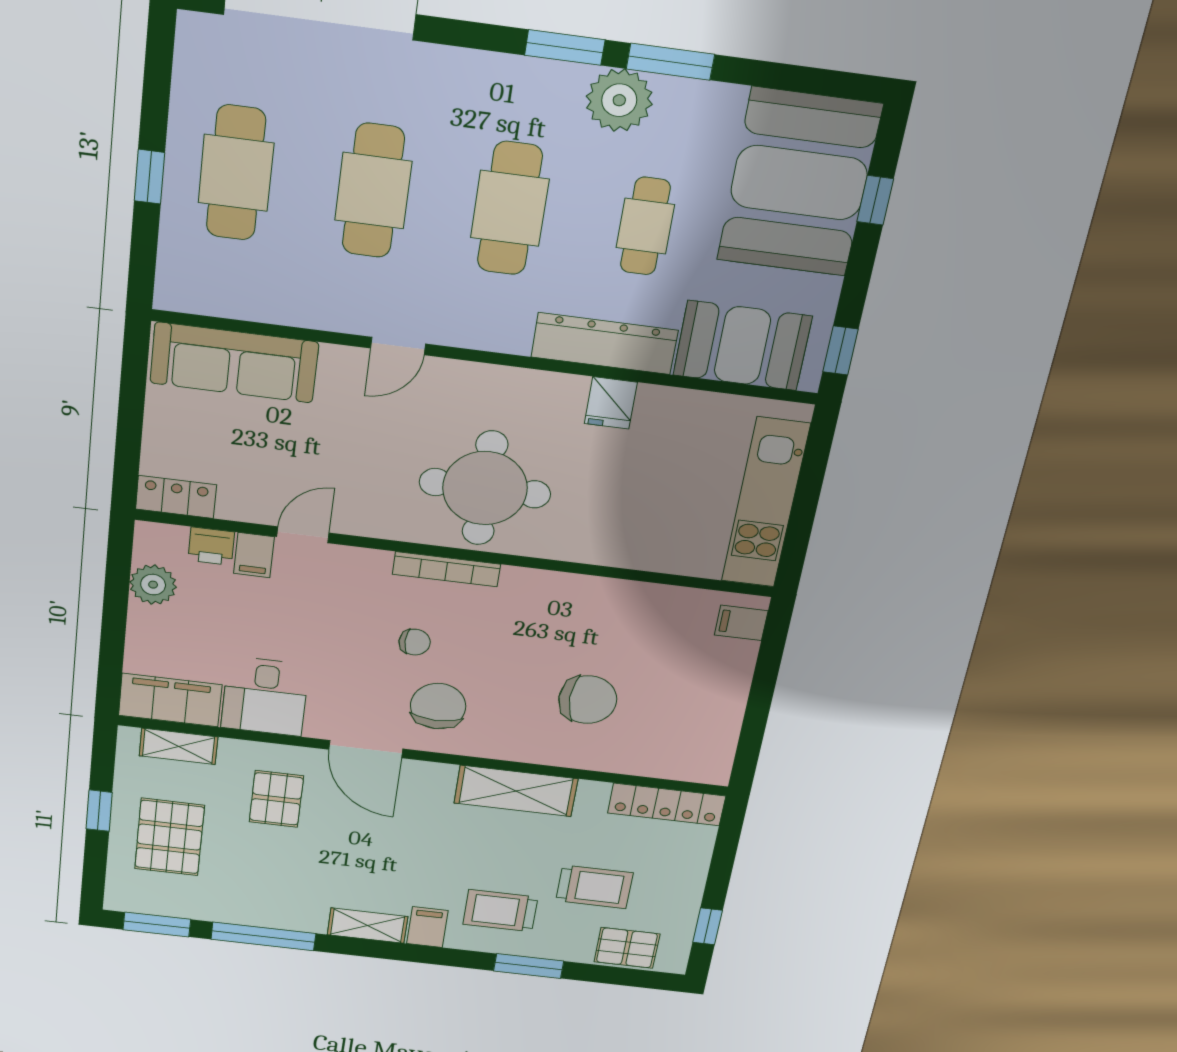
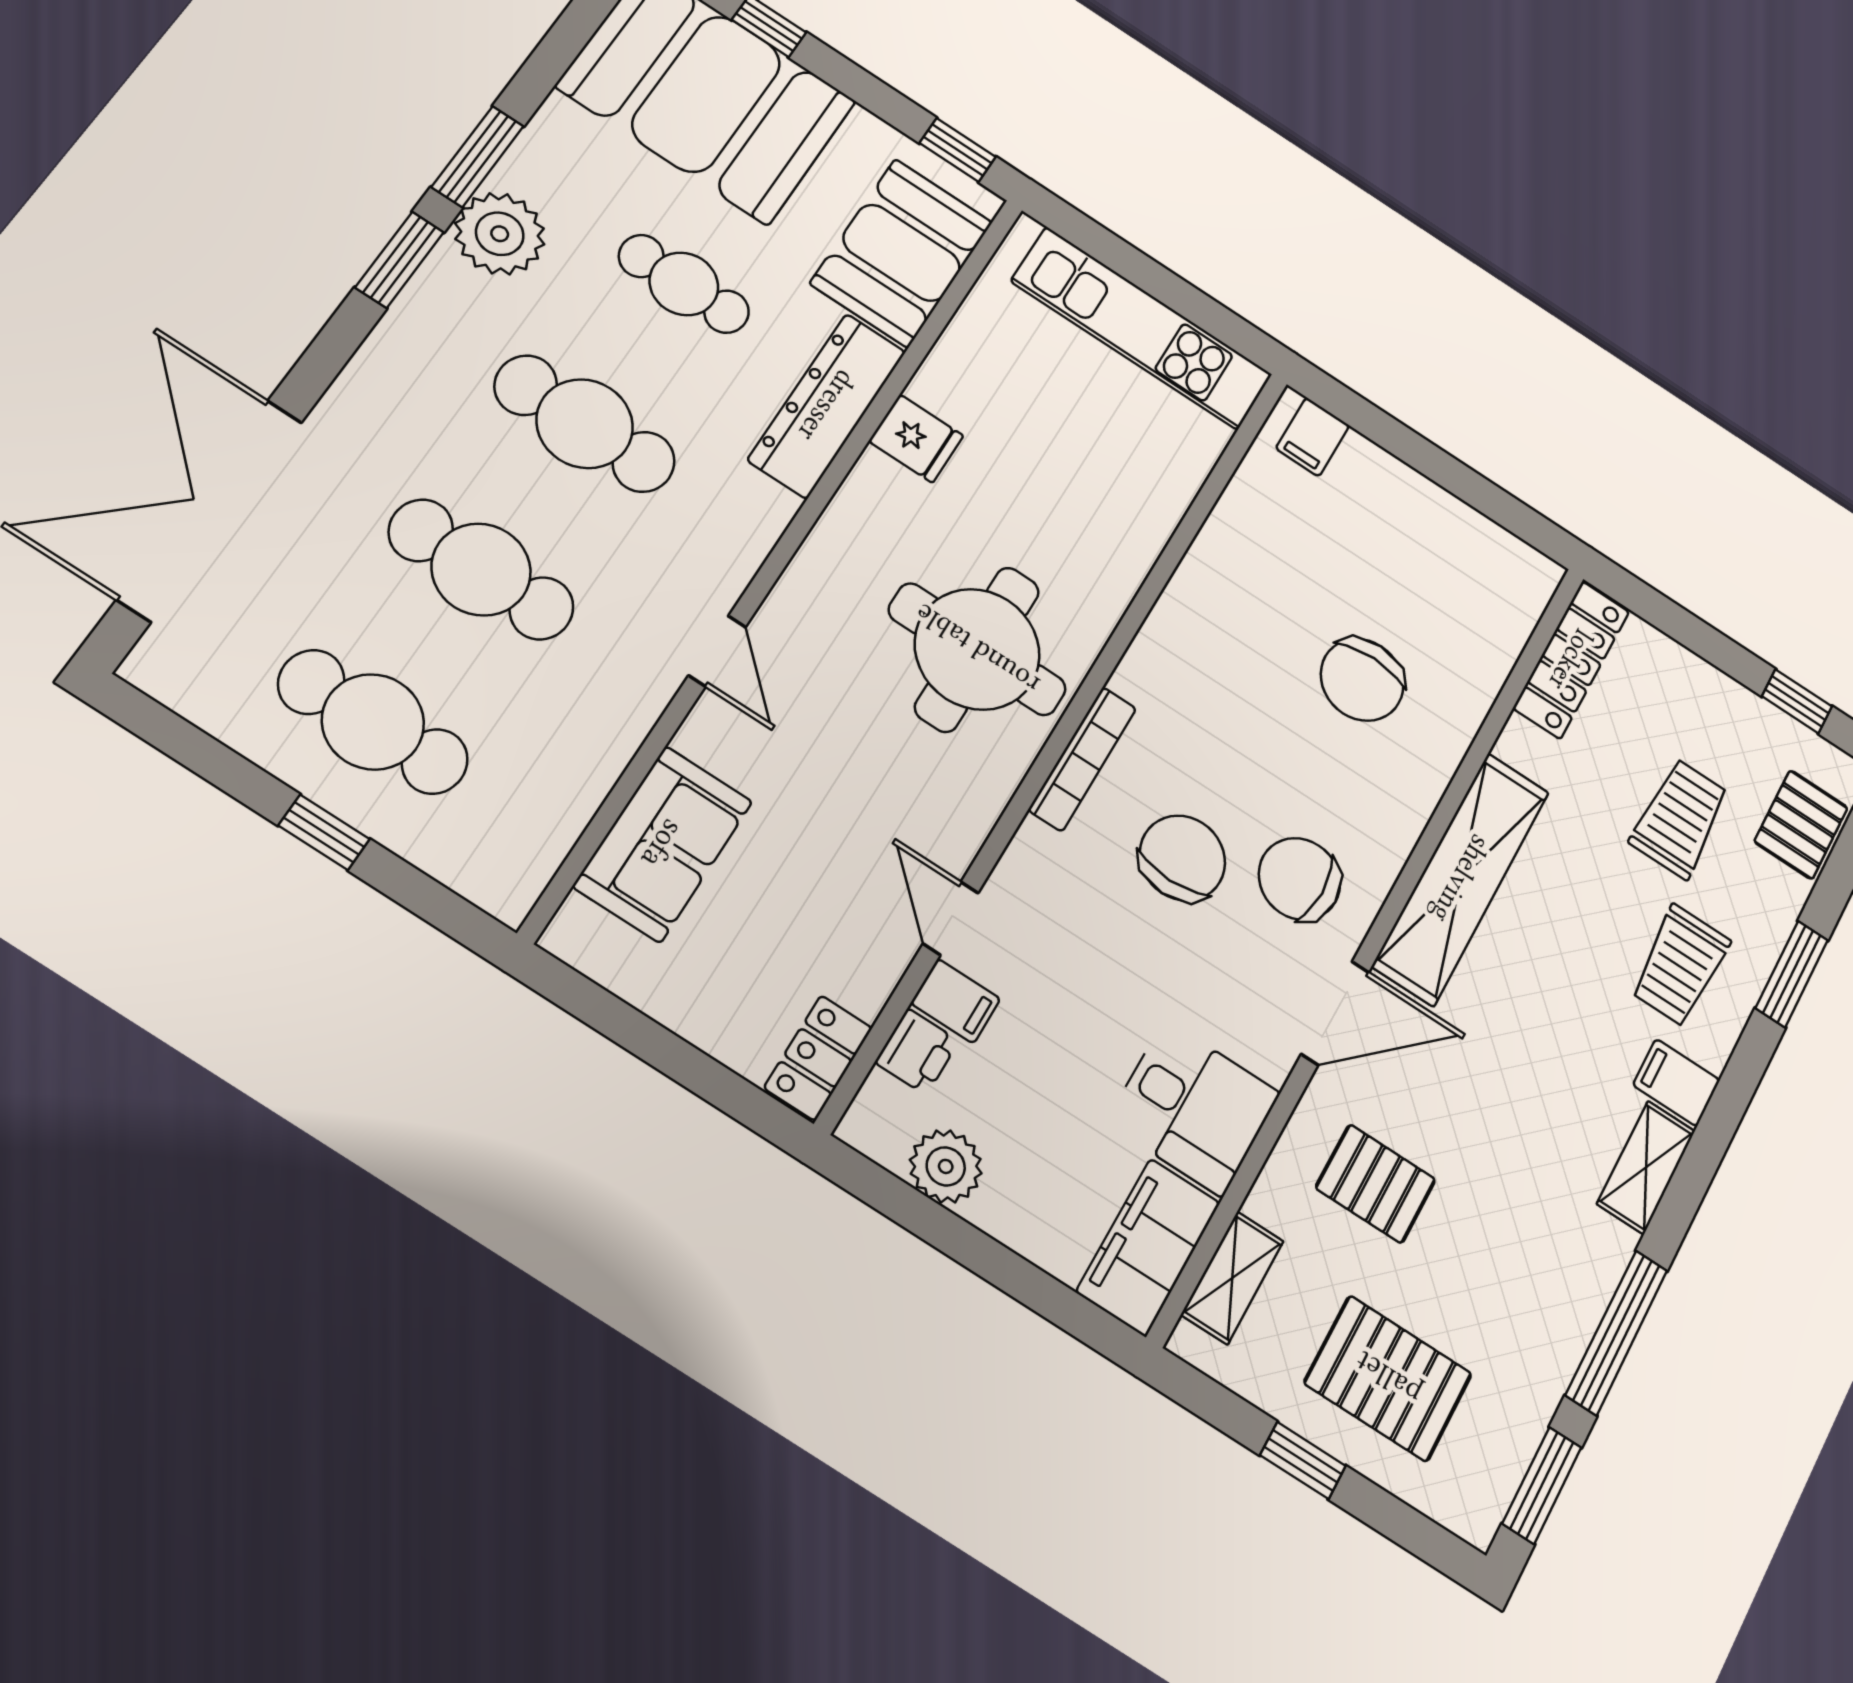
sofa: (234, 363) -> (663, 844), width x0.73
chair: (415, 642) -> (1182, 858), width x1.87, depth x1.87
chair: (588, 700) -> (1362, 680), turned 180
shelving: (516, 791) -> (1461, 879), width x1.47

